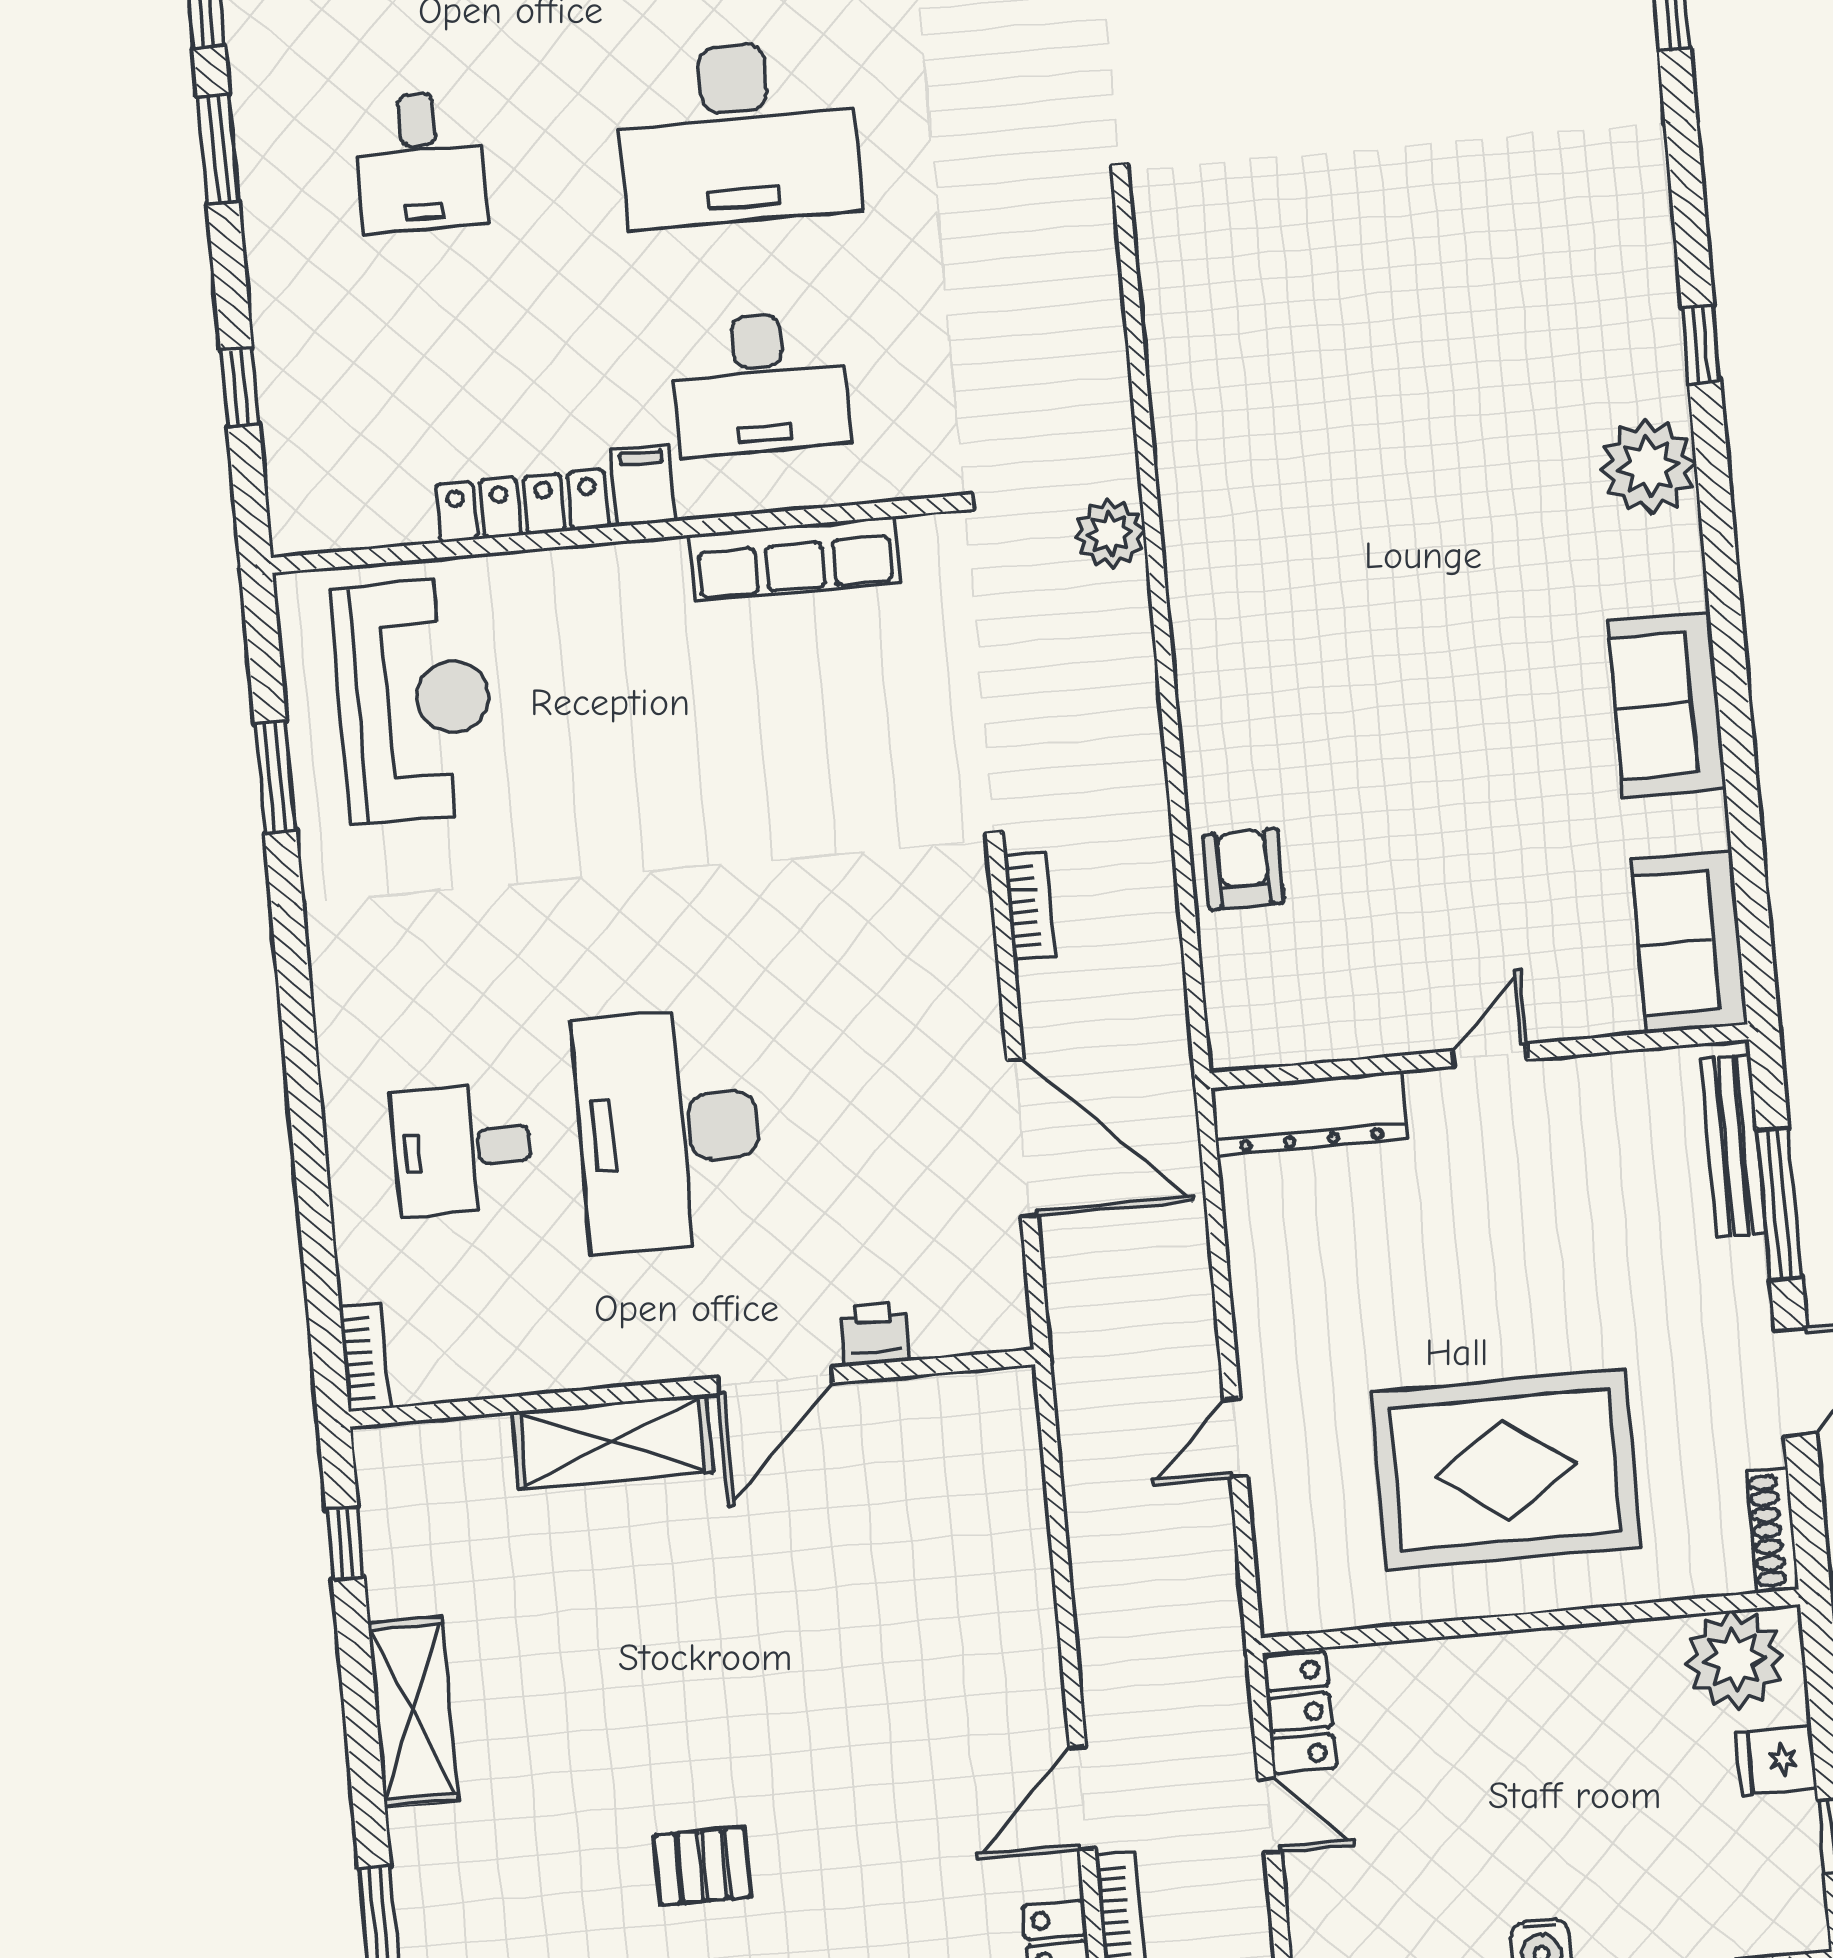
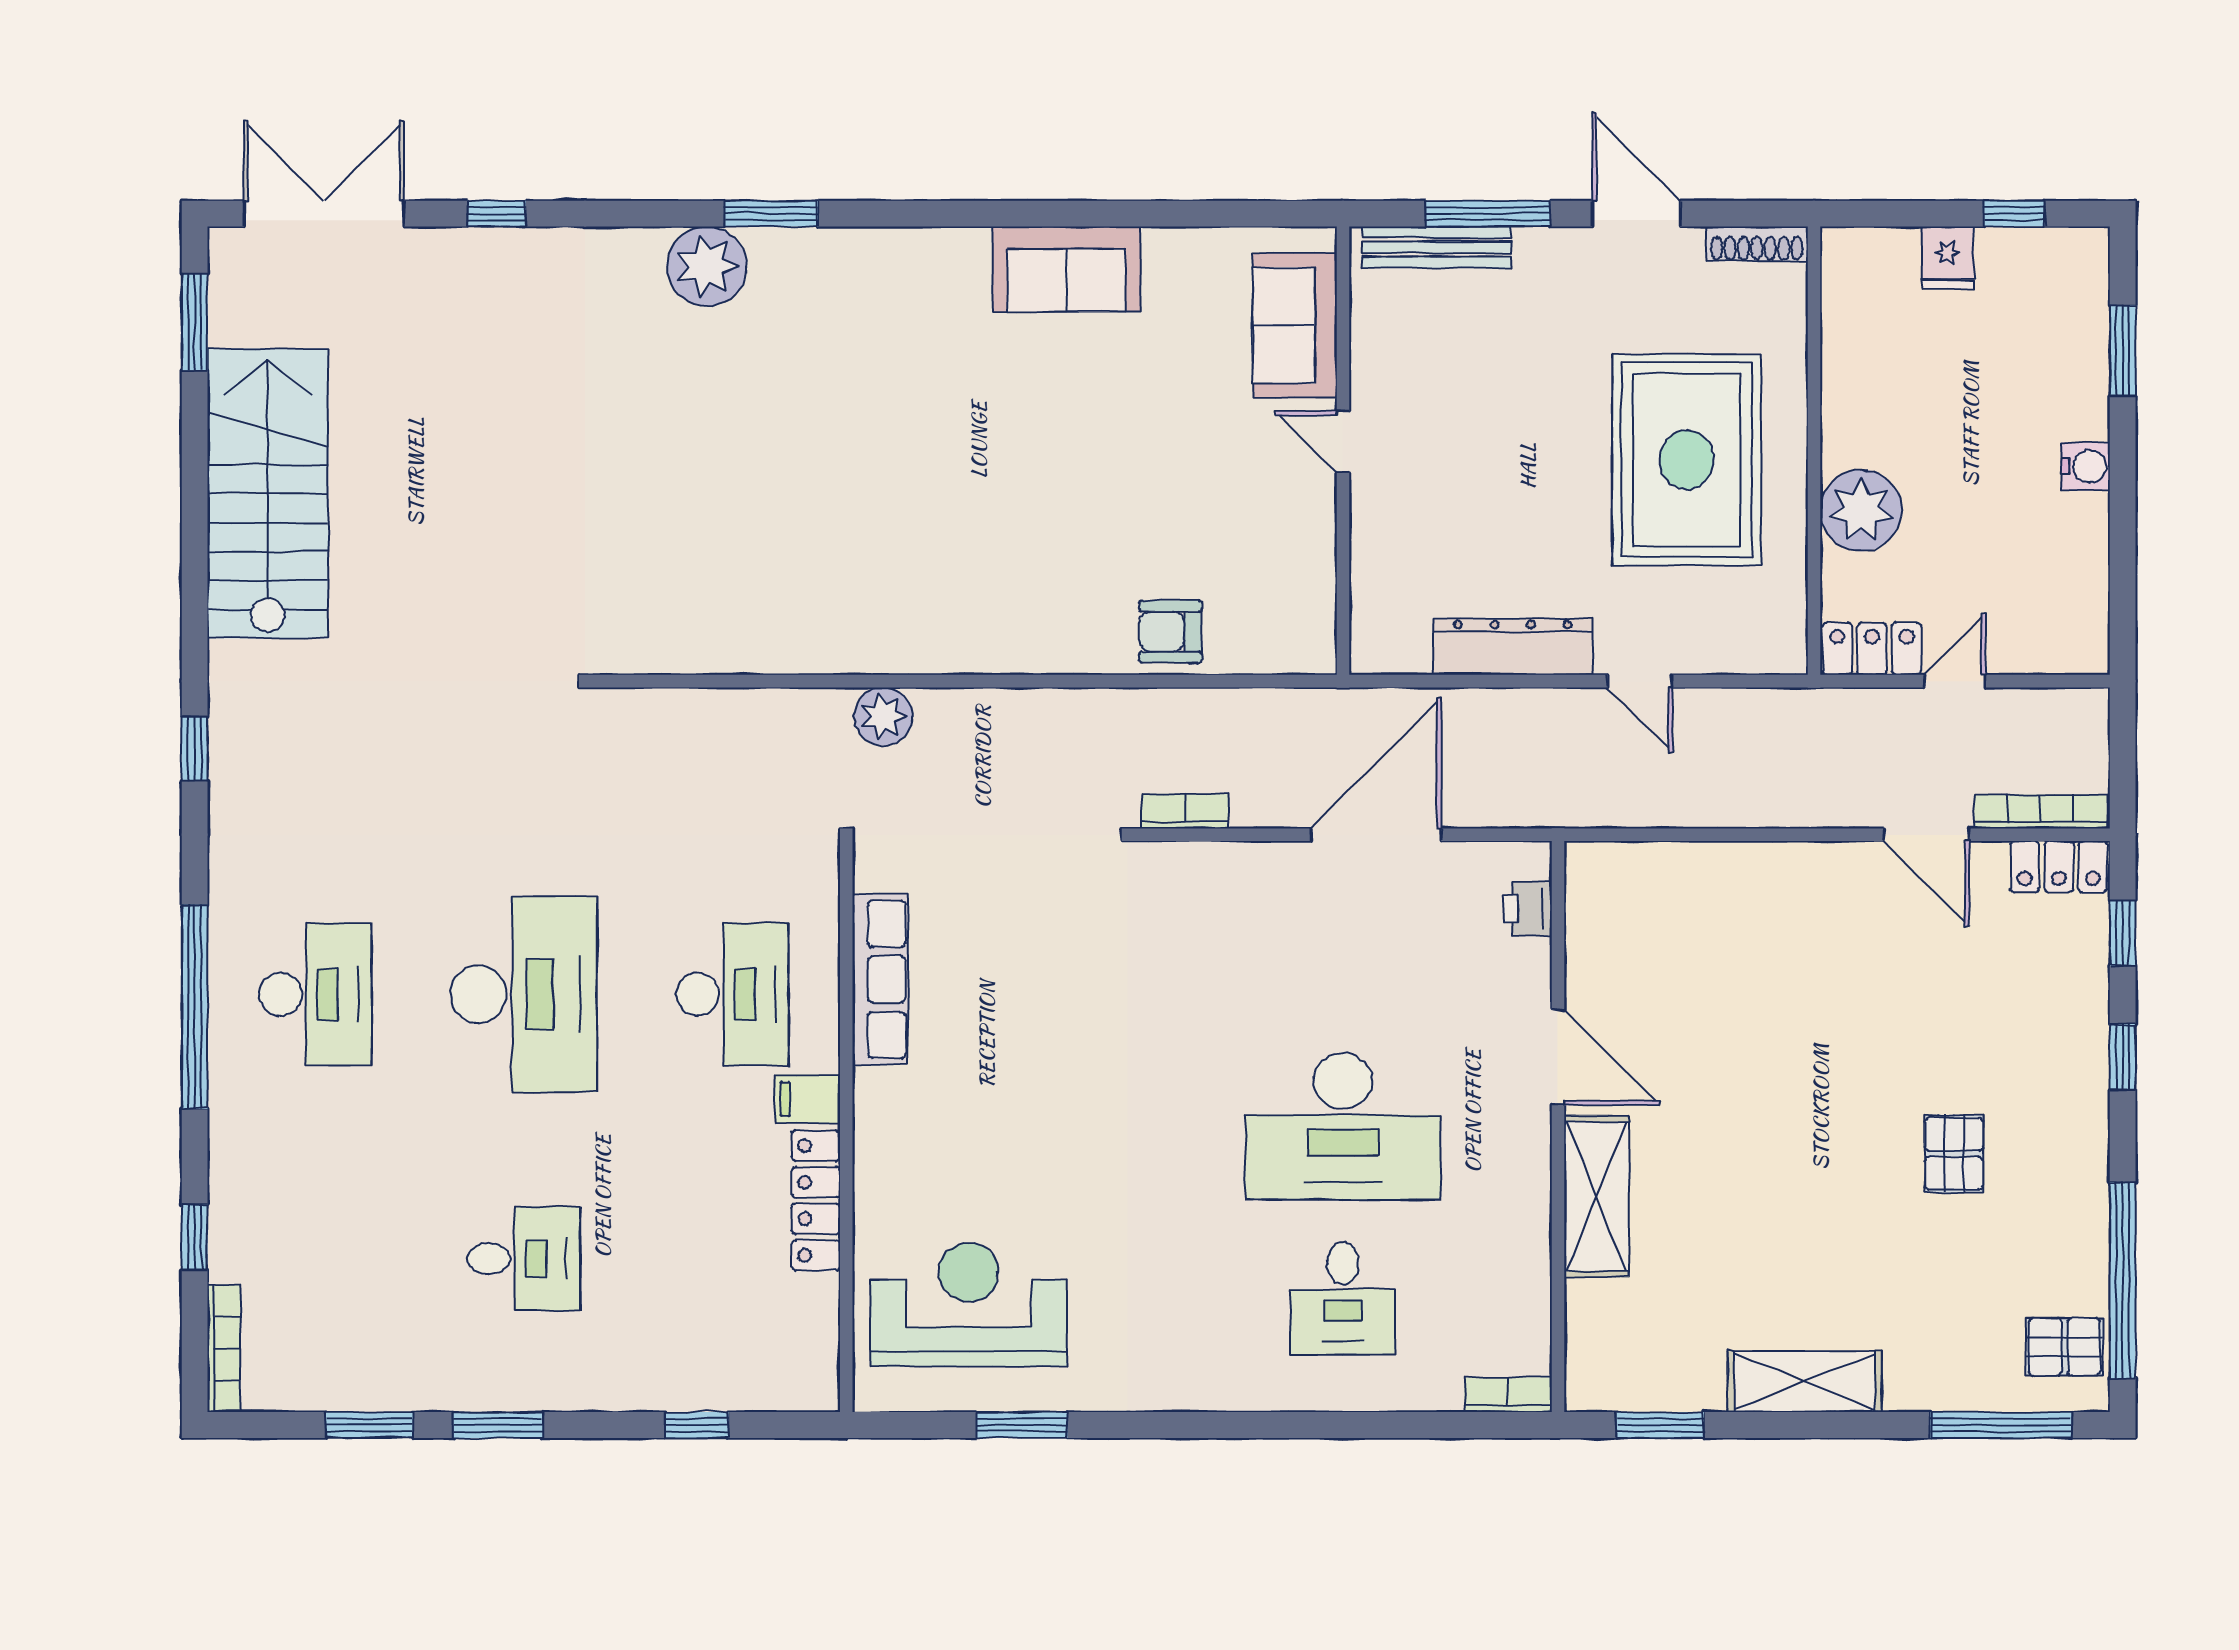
window: (1701, 344) -> (771, 214), width x1.50
plant: (1648, 467) -> (707, 266), moved
sofa: (1689, 942) -> (1295, 326), moved, turned 90
dresser: (1309, 1113) -> (1513, 647), moved, turned -90
printer: (875, 1334) -> (1527, 909), moved
window: (345, 1543) -> (1660, 1425), width x1.50
plant: (1735, 1660) -> (1861, 510), moved

